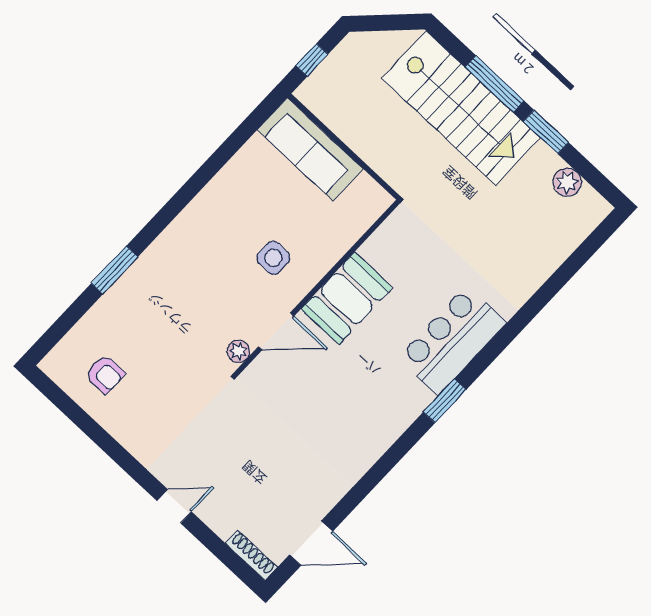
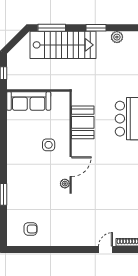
window: (495, 84) -> (52, 28), moved
booth: (347, 298) -> (83, 122), moved
door: (174, 506) -> (106, 250), moved

